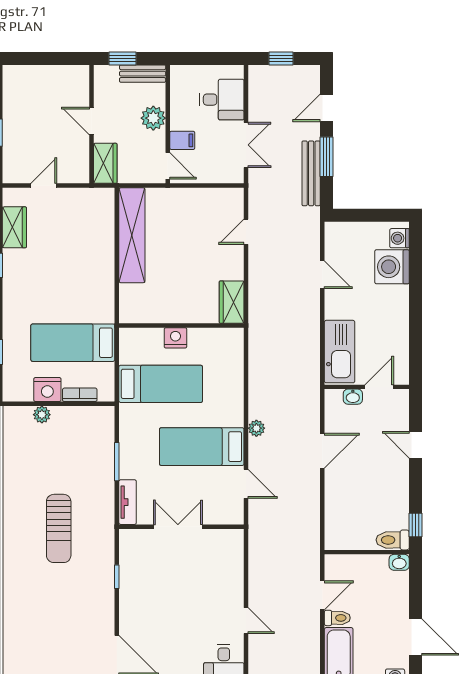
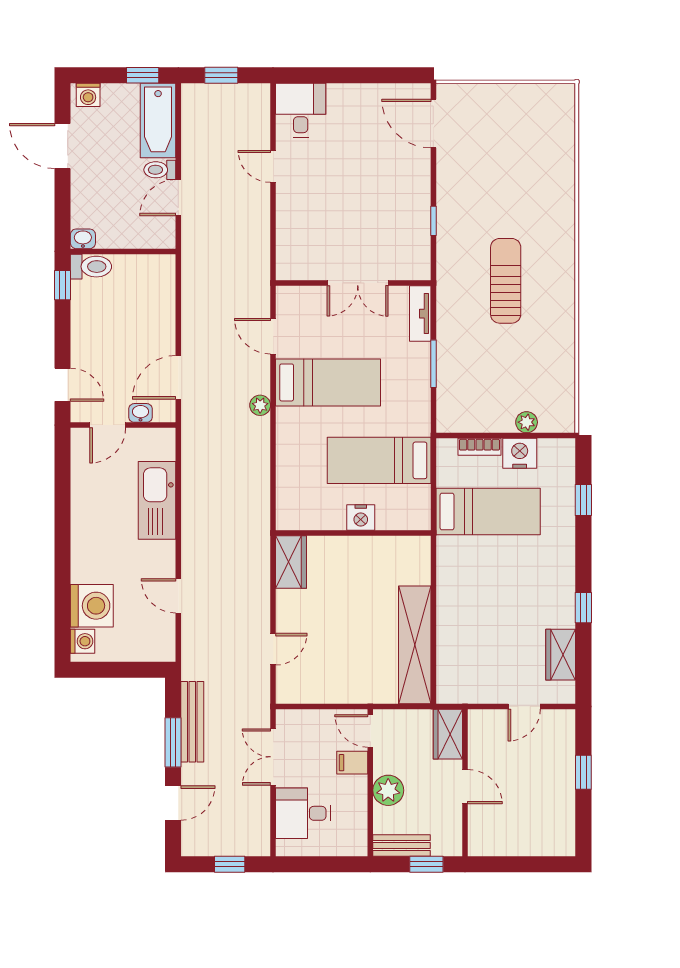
wall: (367, 387) -> (123, 425), moved
door: (379, 387) -> (108, 425), moved
washbasin: (353, 397) -> (141, 413), moved

